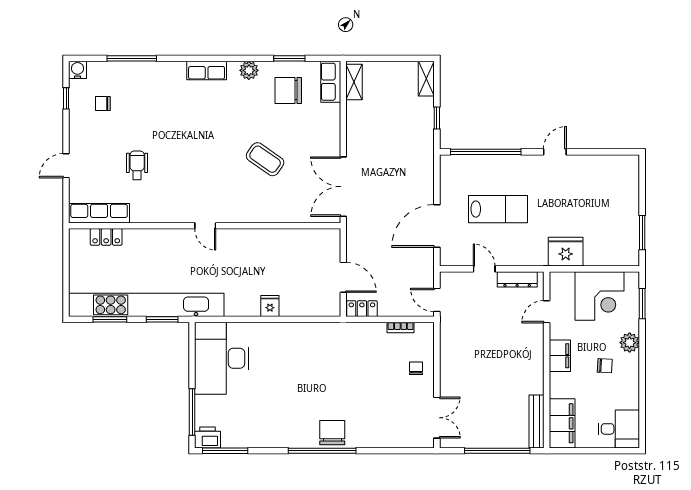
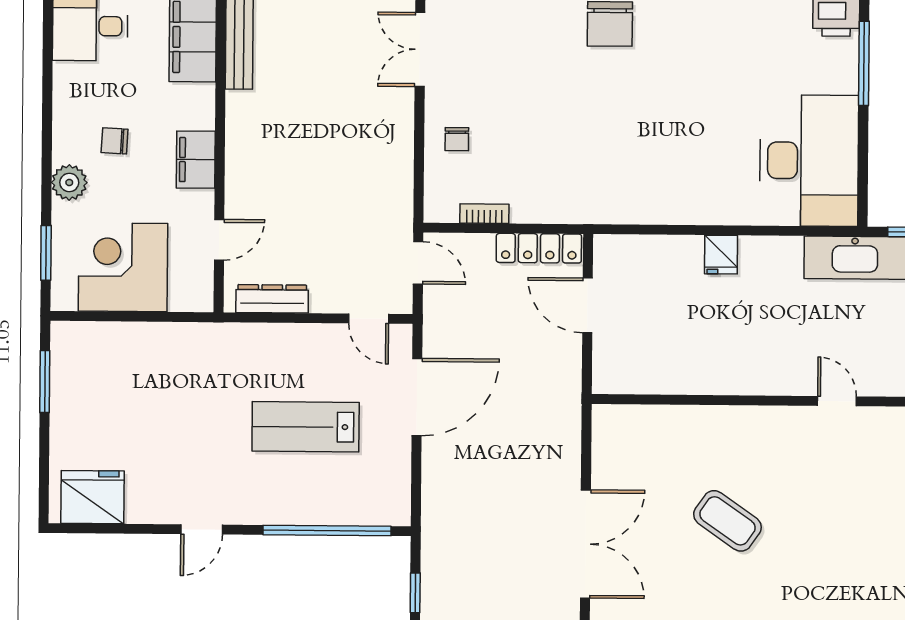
double door: (343, 187) -> (585, 544), moved
fridge: (566, 252) -> (92, 497), moved, turned 180
door: (484, 269) -> (369, 319), moved
locker: (362, 309) -> (539, 248), width x1.53

